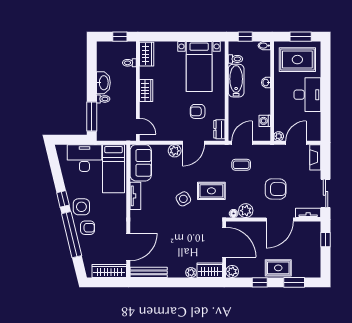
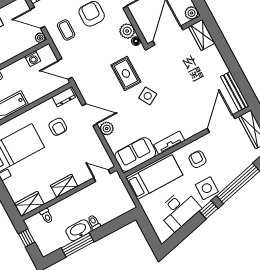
window: (92, 117) -> (78, 245), moved
door: (138, 126) -> (102, 176), hinge flipped
desk: (84, 158) -> (179, 210), moved, turned -104
coffee table: (241, 165) -> (66, 30), moved
armchair: (88, 228) -> (197, 159), moved
door: (128, 247) -> (221, 124), hinge flipped
plant: (191, 273) -> (213, 51), removed

